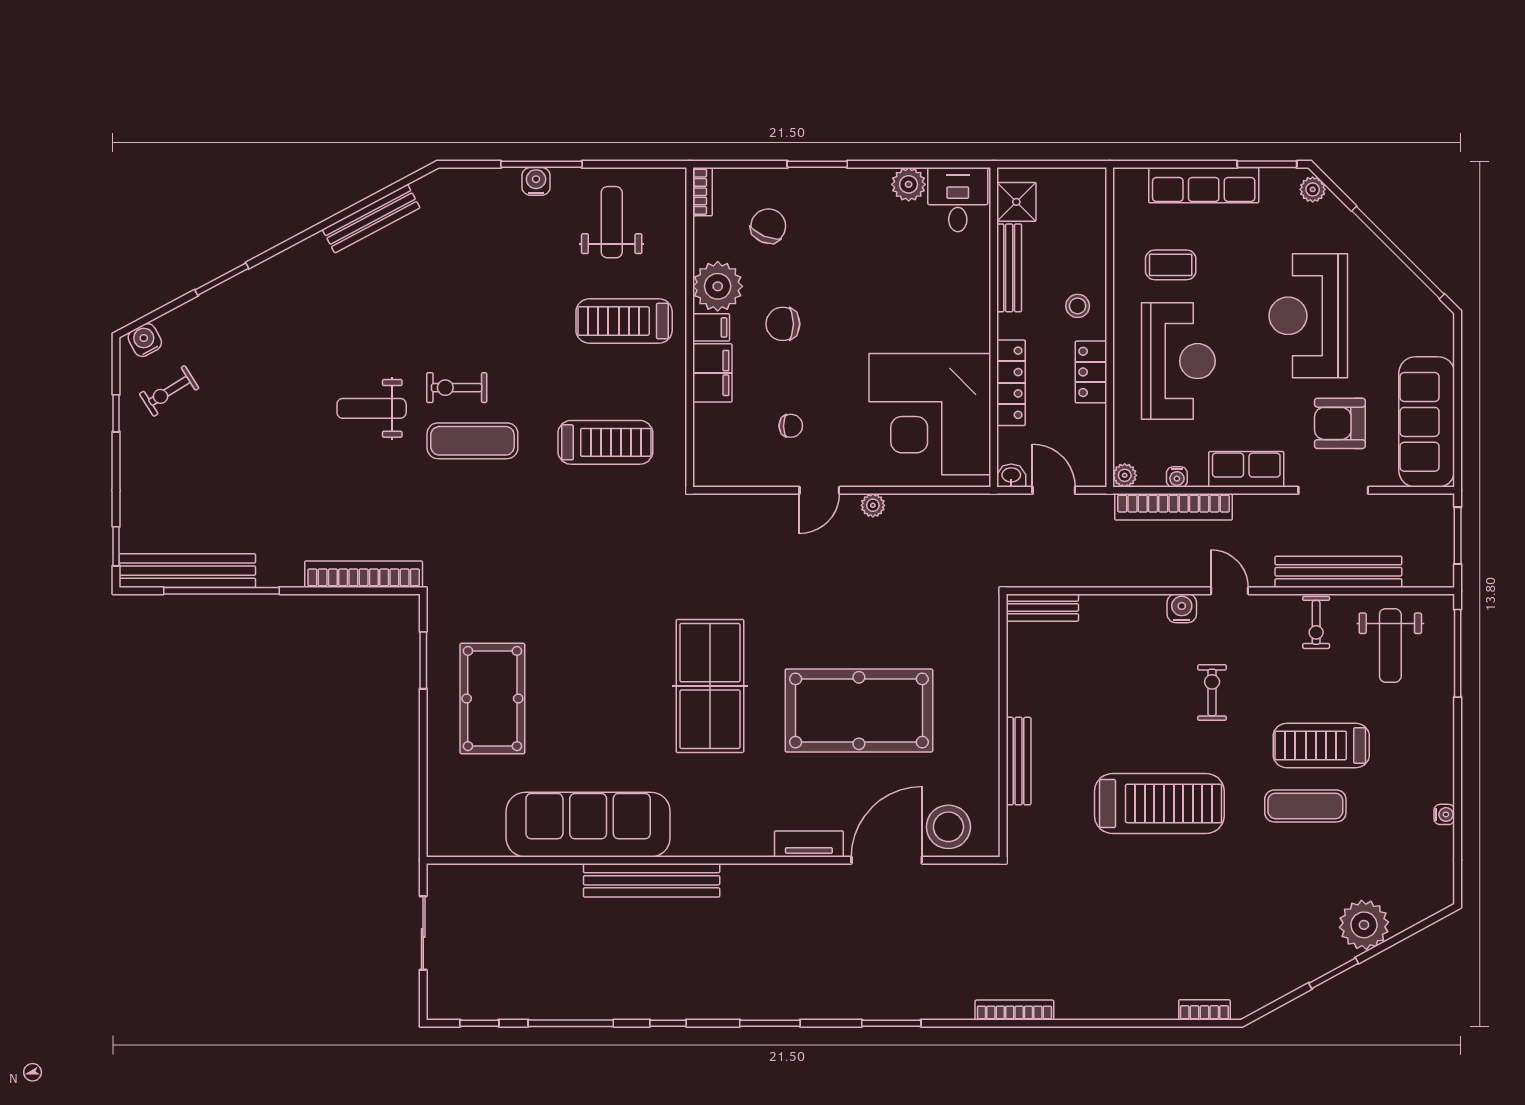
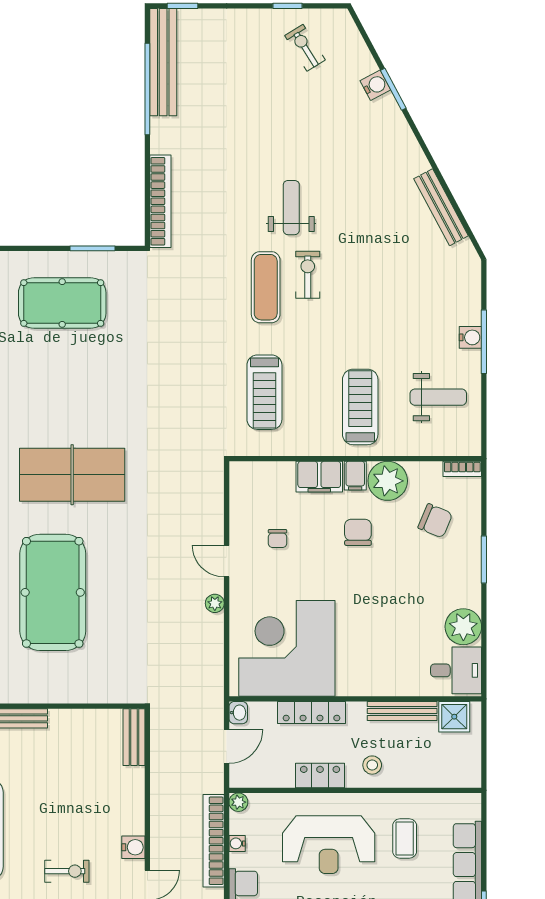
plant: (909, 184) -> (463, 627), width x1.36, depth x1.36
water cooler: (145, 340) -> (375, 85), moved

